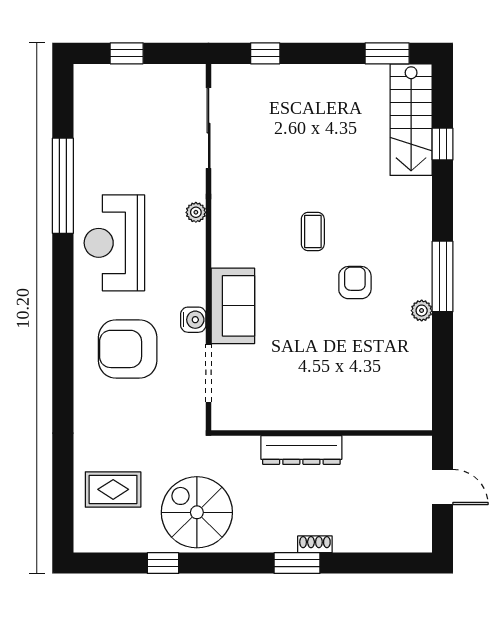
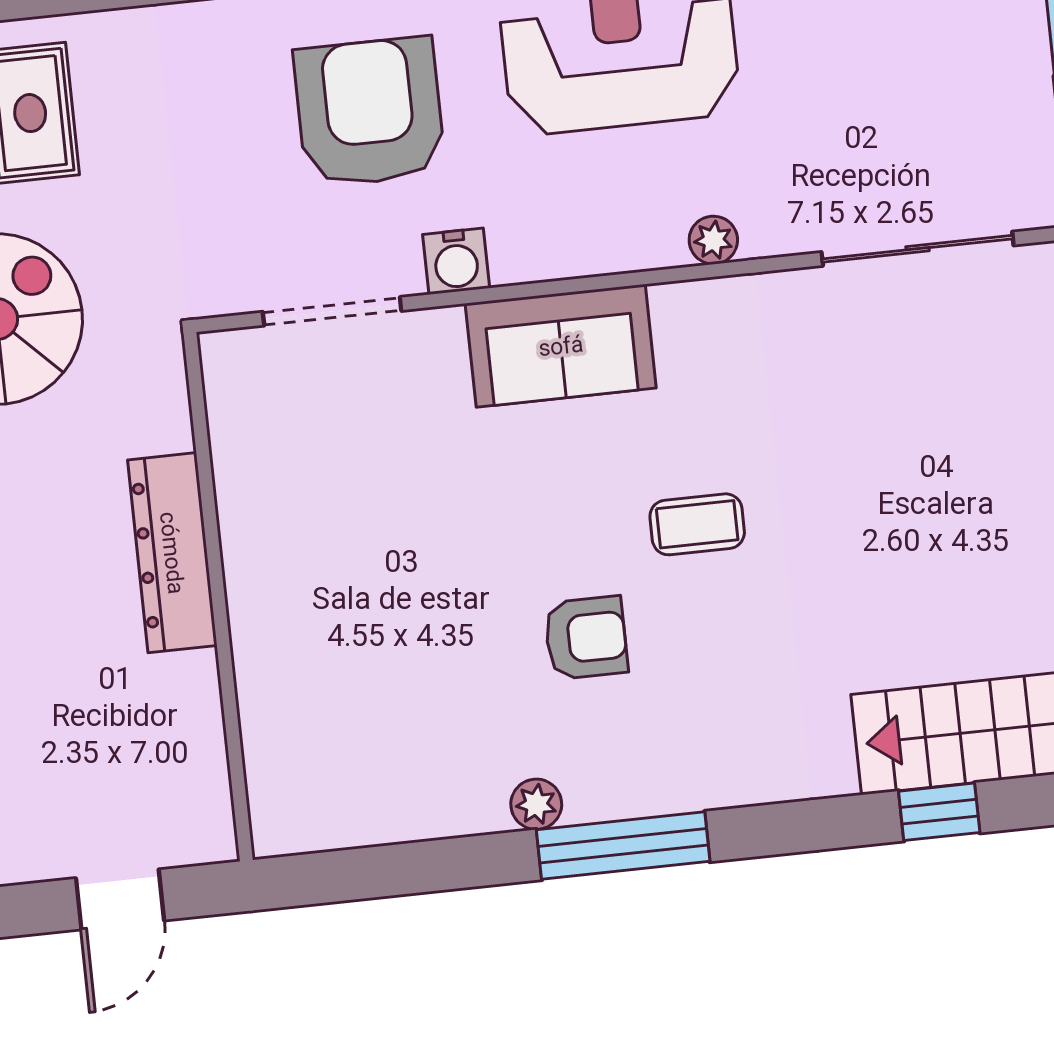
sofa: (233, 306) -> (561, 346), moved

